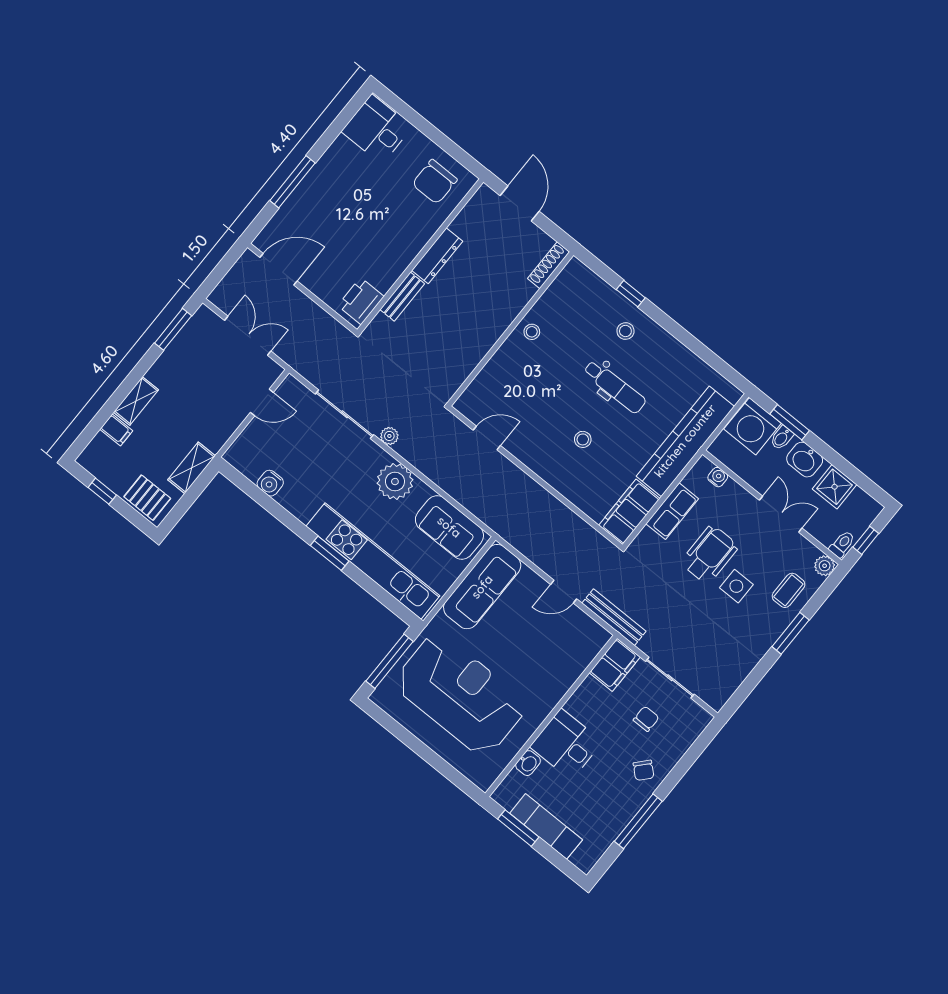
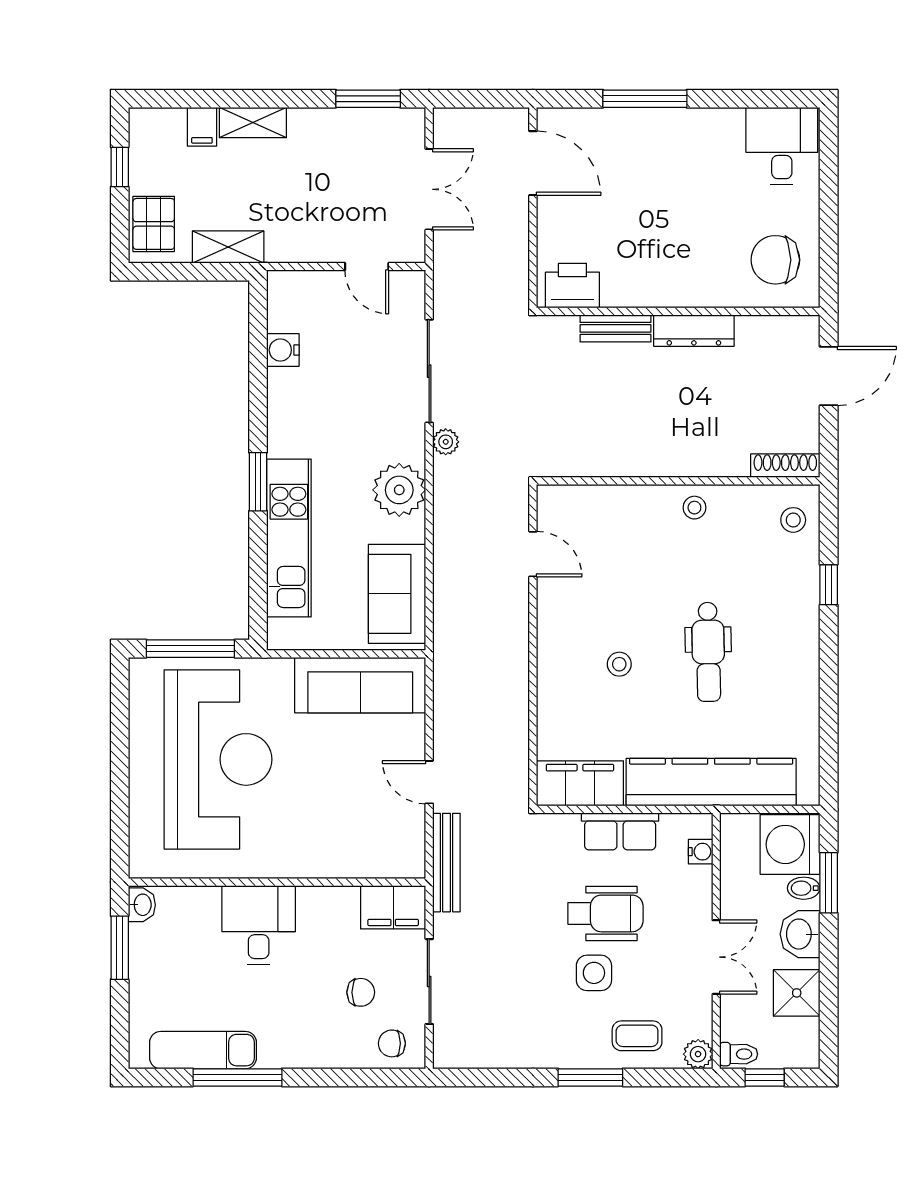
stool: (625, 331) -> (793, 520), moved
kitchen unit: (373, 561) -> (289, 538), width x0.73
washbasin: (528, 763) -> (142, 905), moved, turned -90
chair: (644, 770) -> (392, 1043), moved, turned 48
exam couch: (546, 826) -> (203, 1050), moved, turned -90

